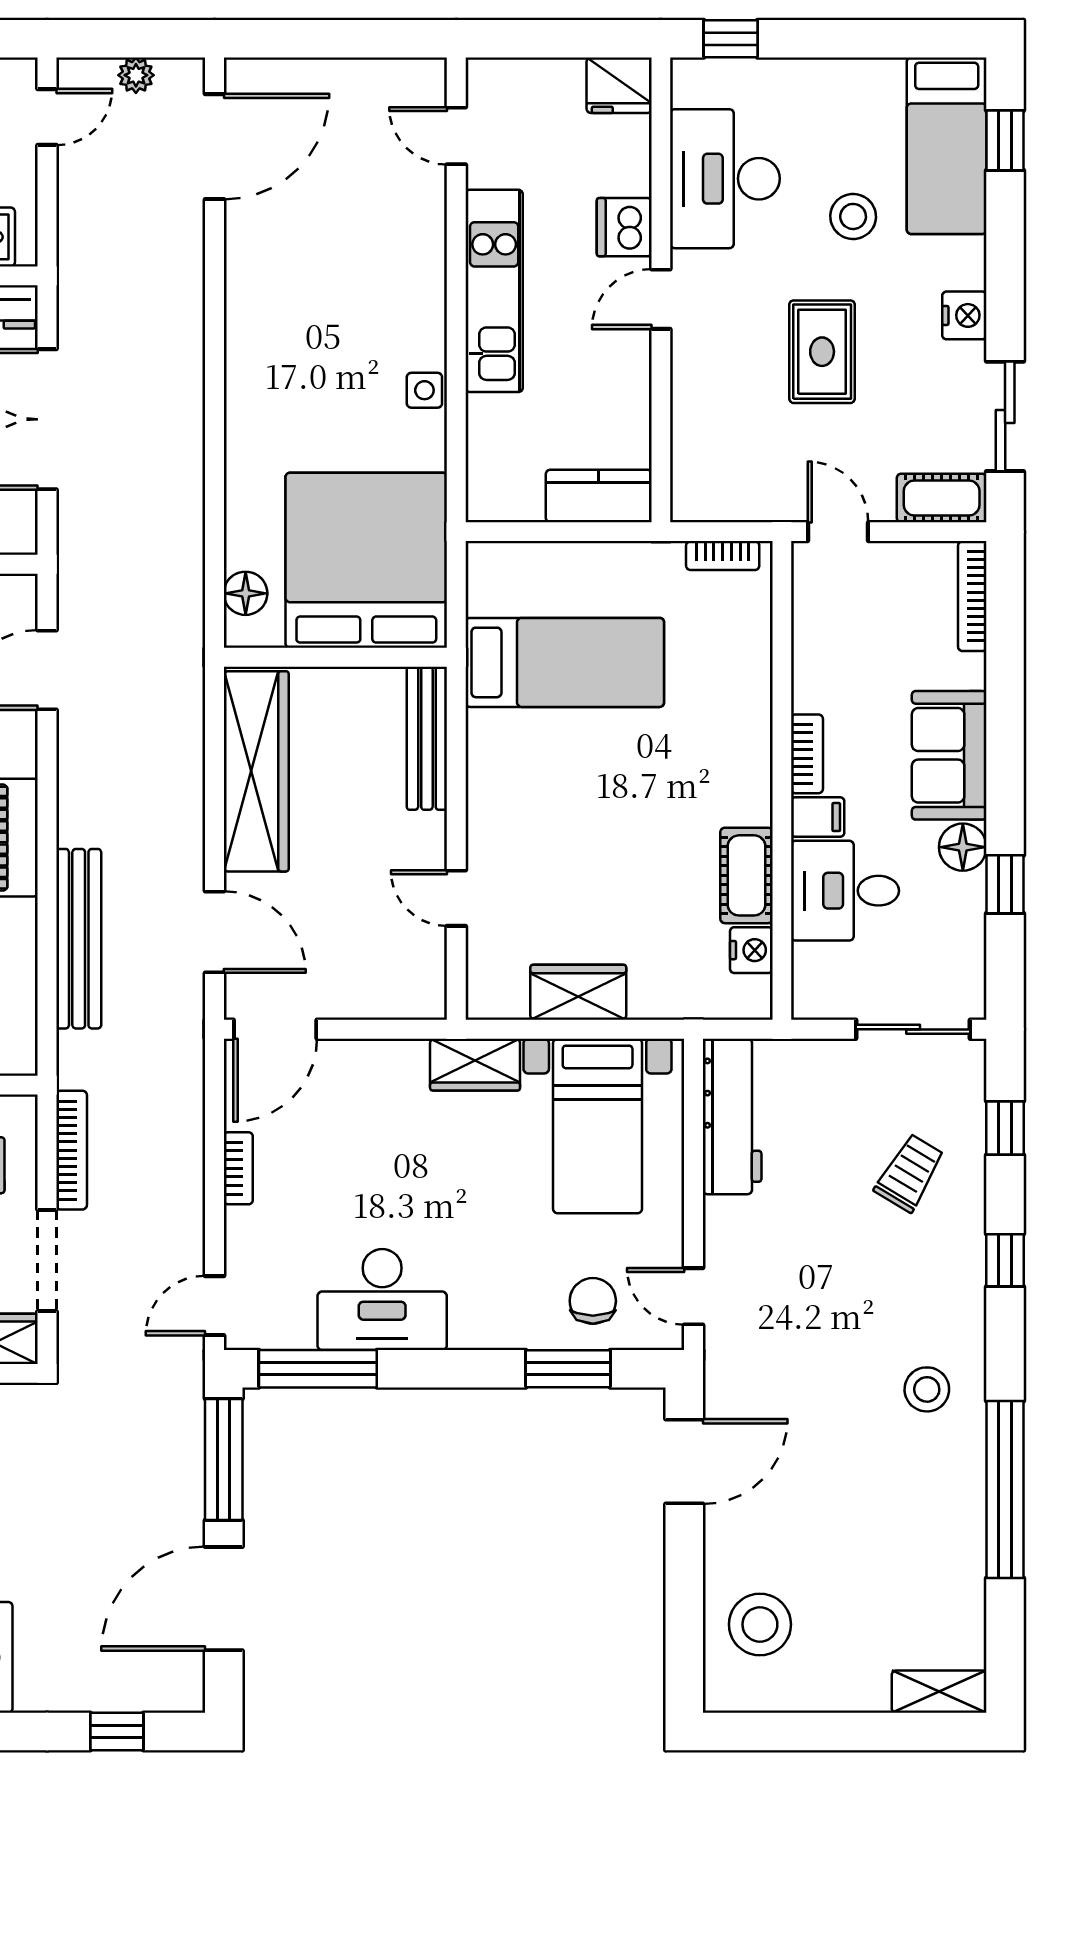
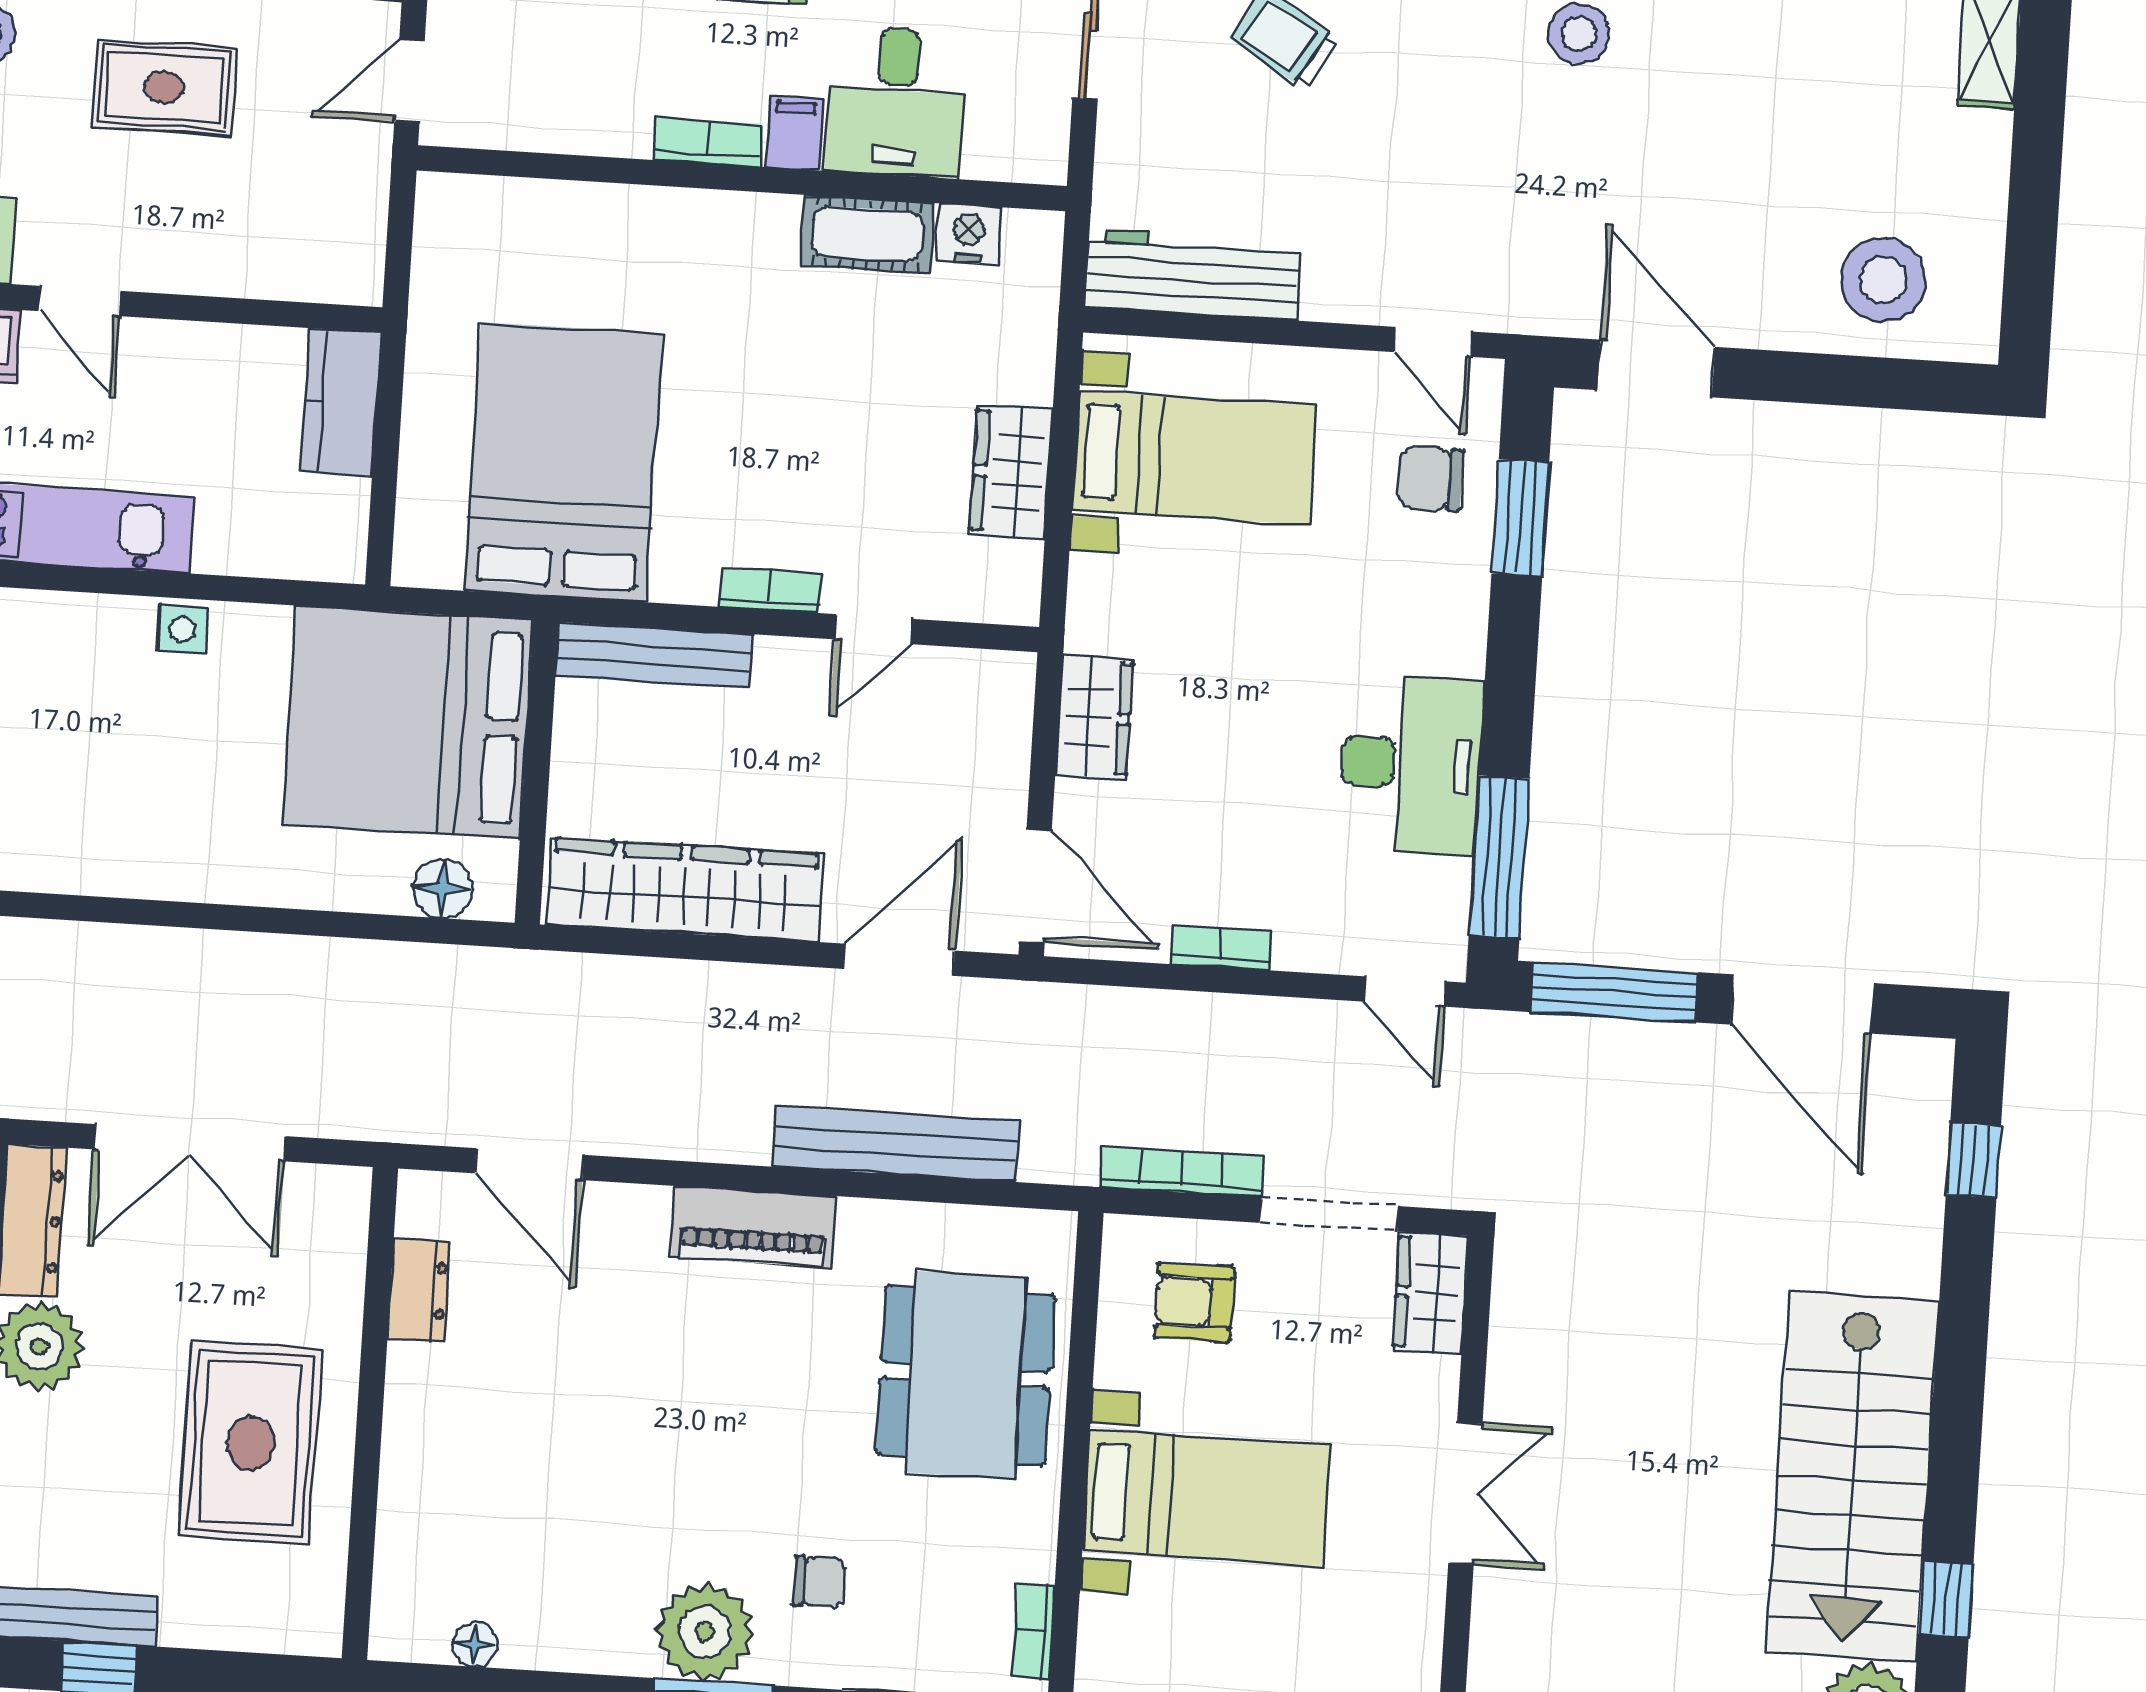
bookcase: (723, 556) -> (770, 590), moved, turned -90
bed: (565, 662) -> (563, 462), width x1.50
wardrobe: (475, 1065) -> (1094, 717), moved
door: (693, 1296) -> (1433, 342), hinge flipped

